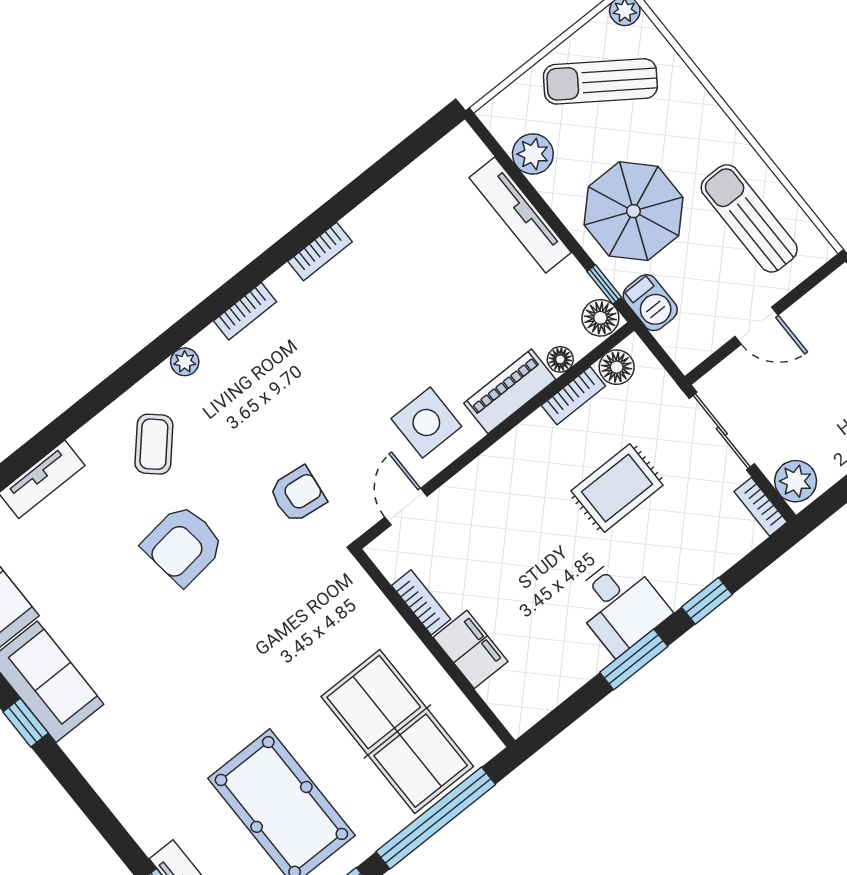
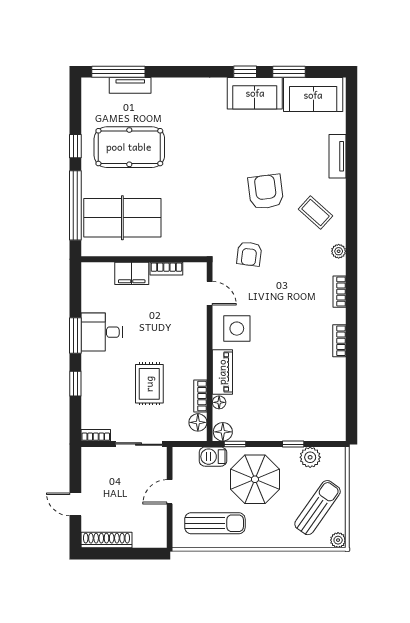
window: (533, 196) -> (293, 444), added
tv unit: (520, 215) -> (290, 433), removed
plant: (796, 481) -> (95, 458), removed
desk: (620, 605) -> (102, 332), moved

